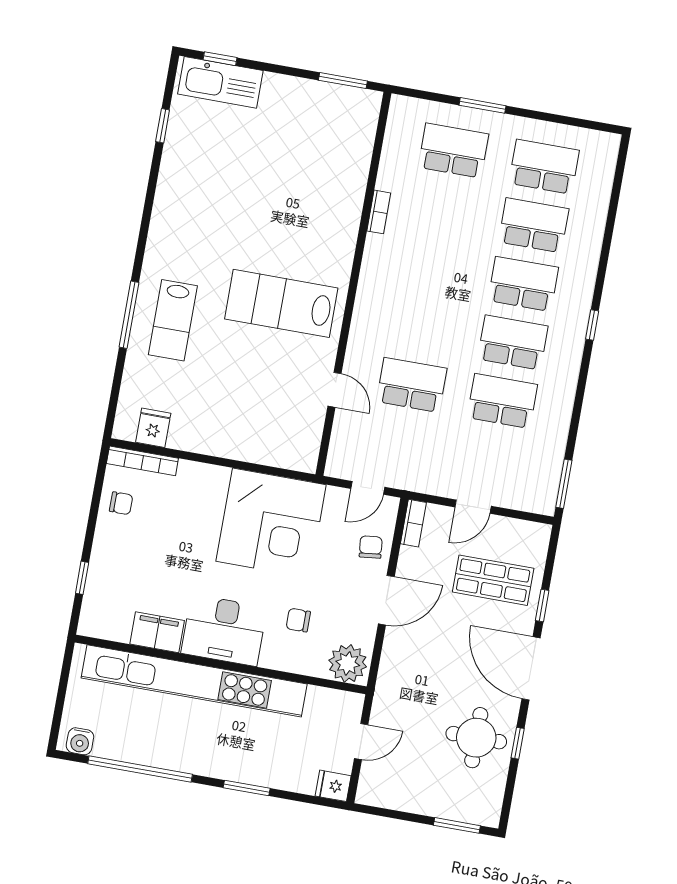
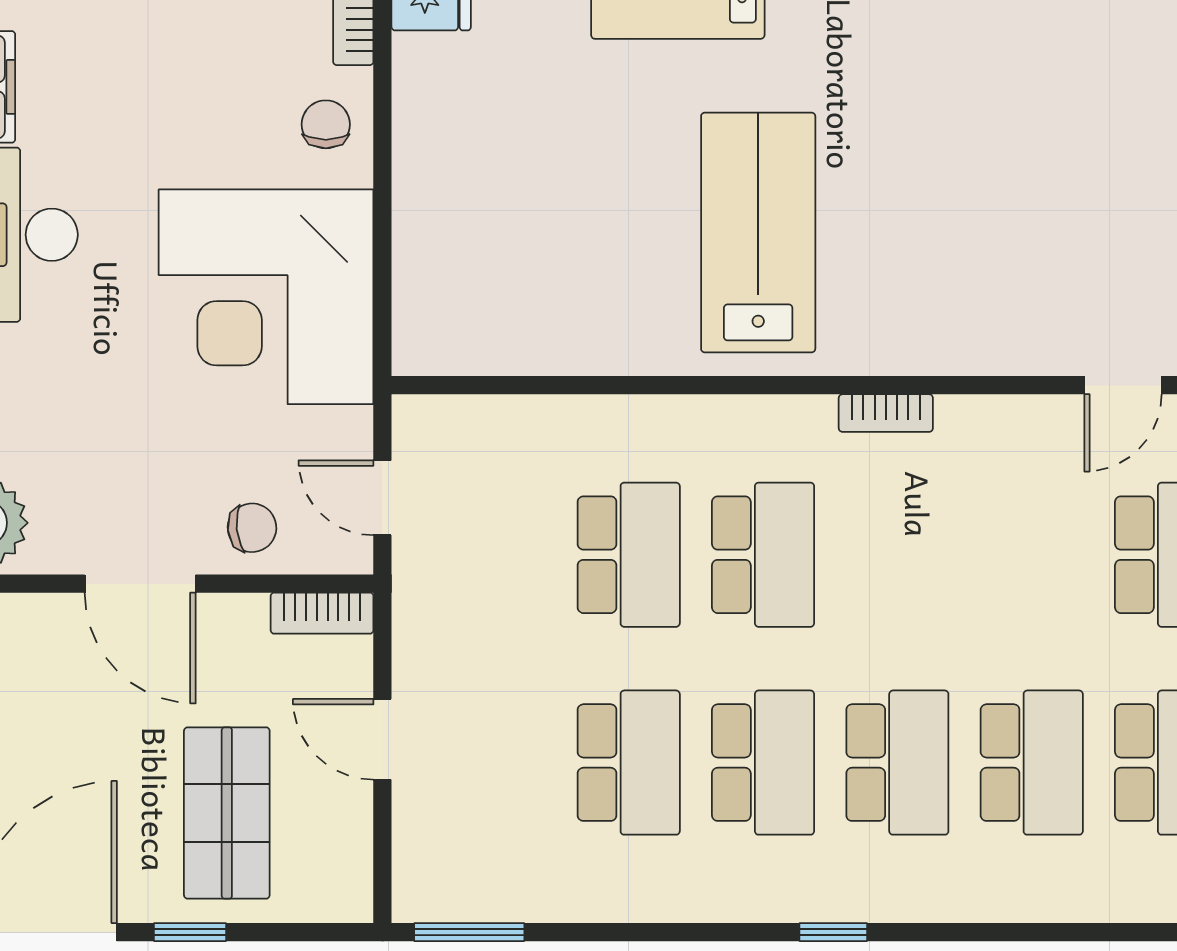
bookcase: (379, 212) -> (886, 413), moved
school desk: (422, 326) -> (763, 555), added
door: (335, 390) -> (1123, 385), moved
chair: (298, 620) -> (326, 124), moved

